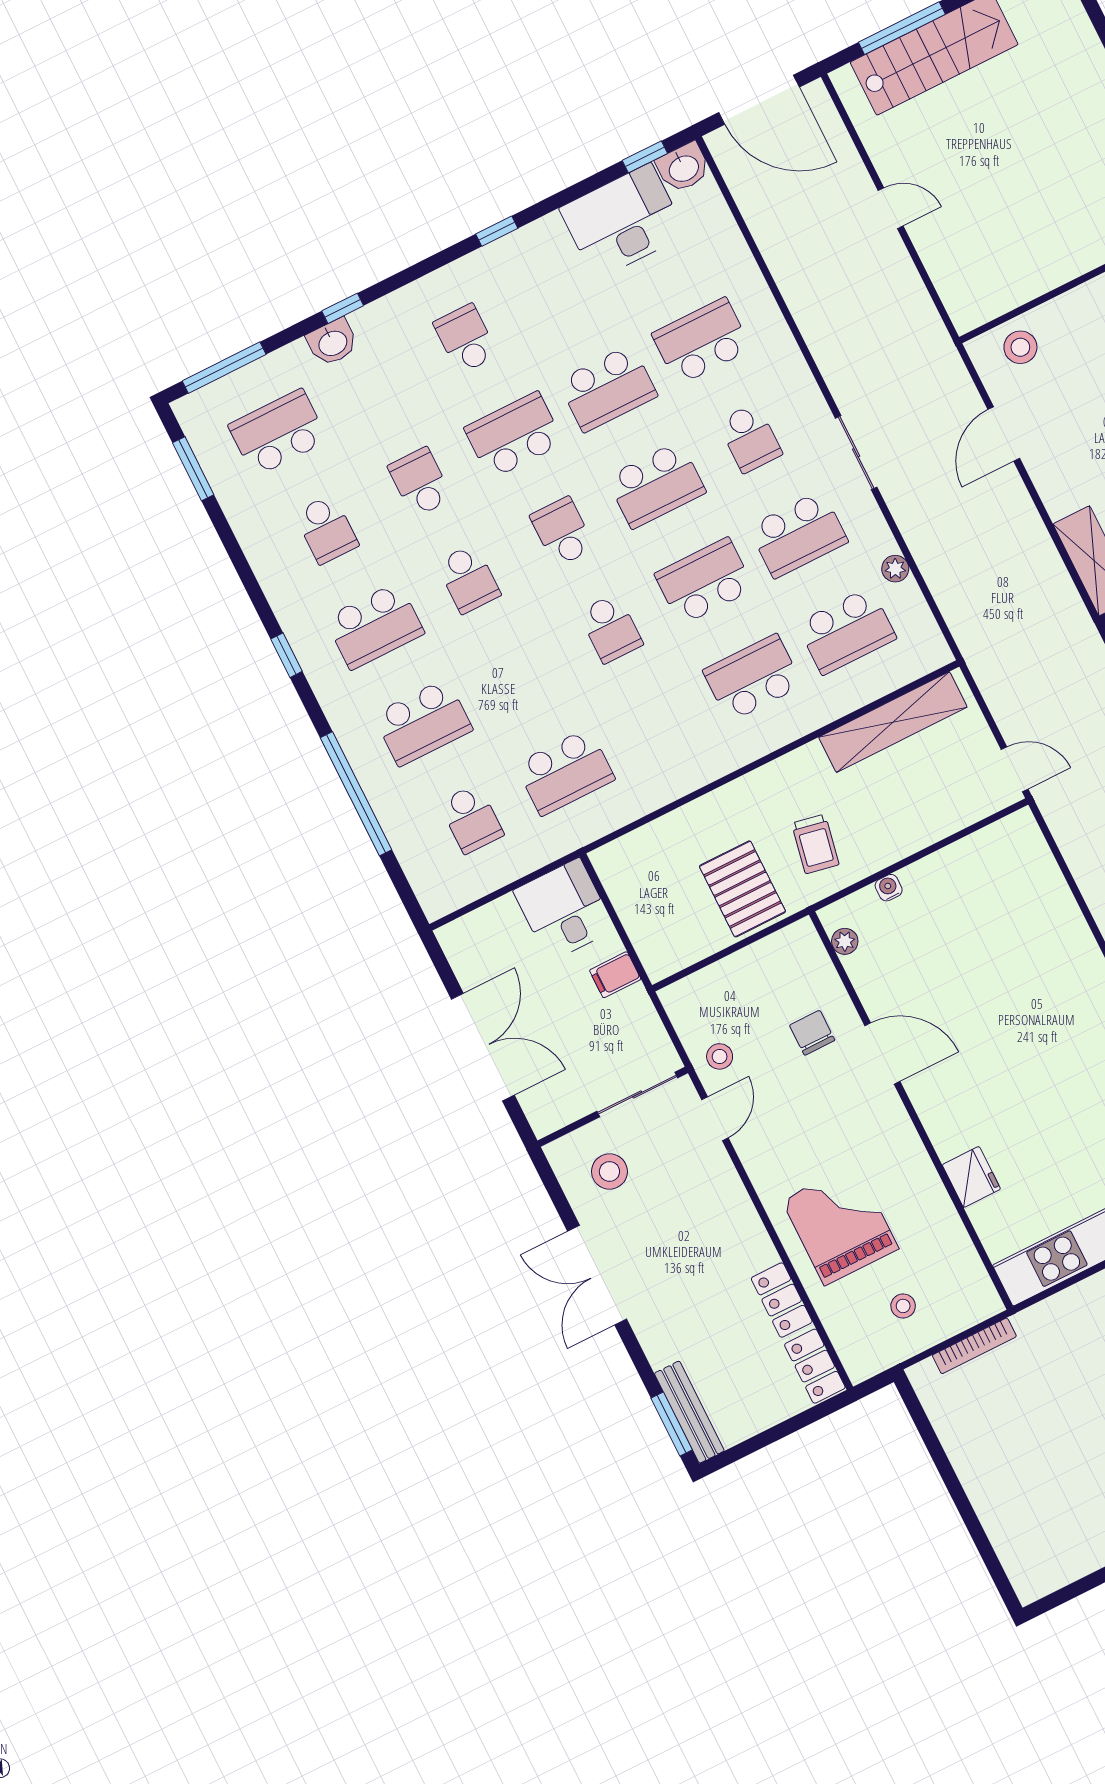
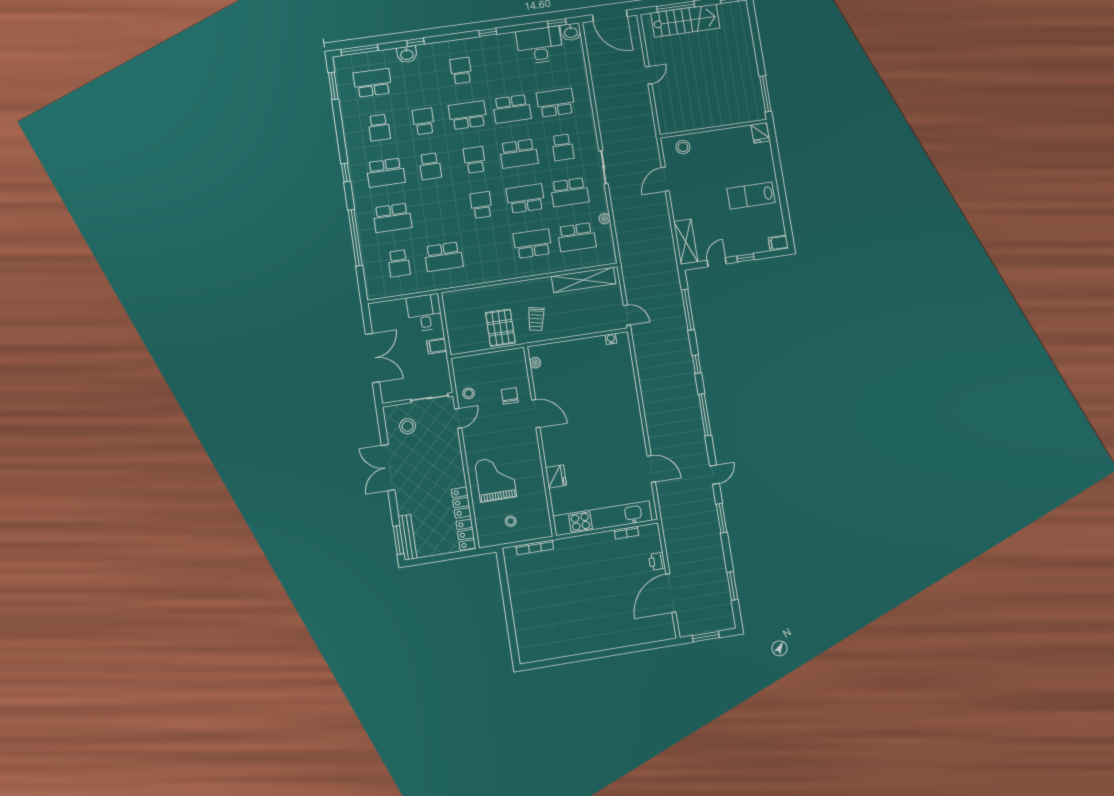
door: (891, 208) -> (649, 75), hinge flipped
school desk: (611, 628) -> (481, 205), turned 180
water cooler: (889, 888) -> (611, 339), moved

